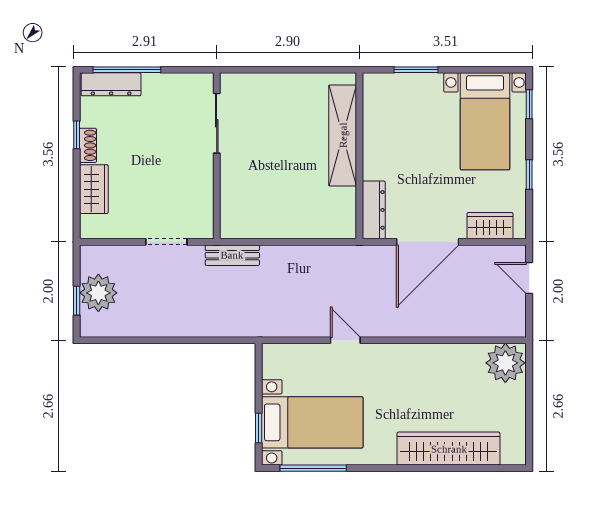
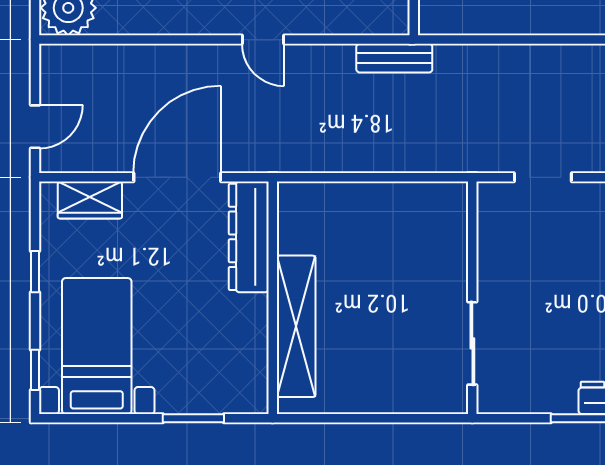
dresser: (374, 210) -> (249, 237), width x1.37, depth x1.24
bench: (232, 255) -> (394, 58), moved
door: (529, 278) -> (35, 127), hinge flipped
door: (345, 340) -> (263, 40), moved

